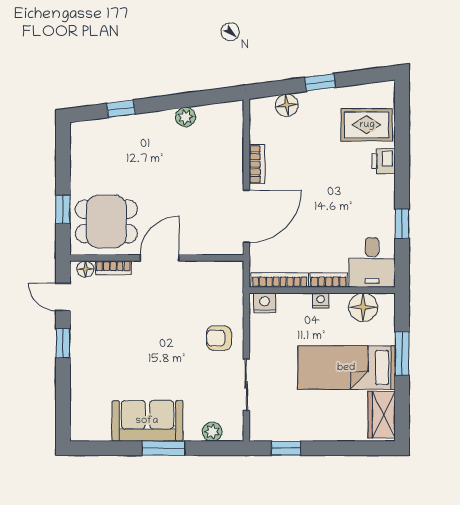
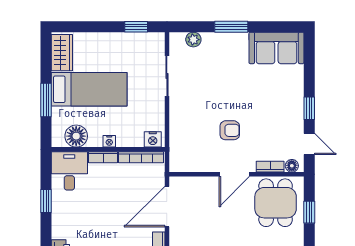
dining table: (106, 221) -> (276, 203), turned 90
armchair: (219, 338) -> (230, 130), moved
sofa: (147, 421) -> (276, 48), moved

